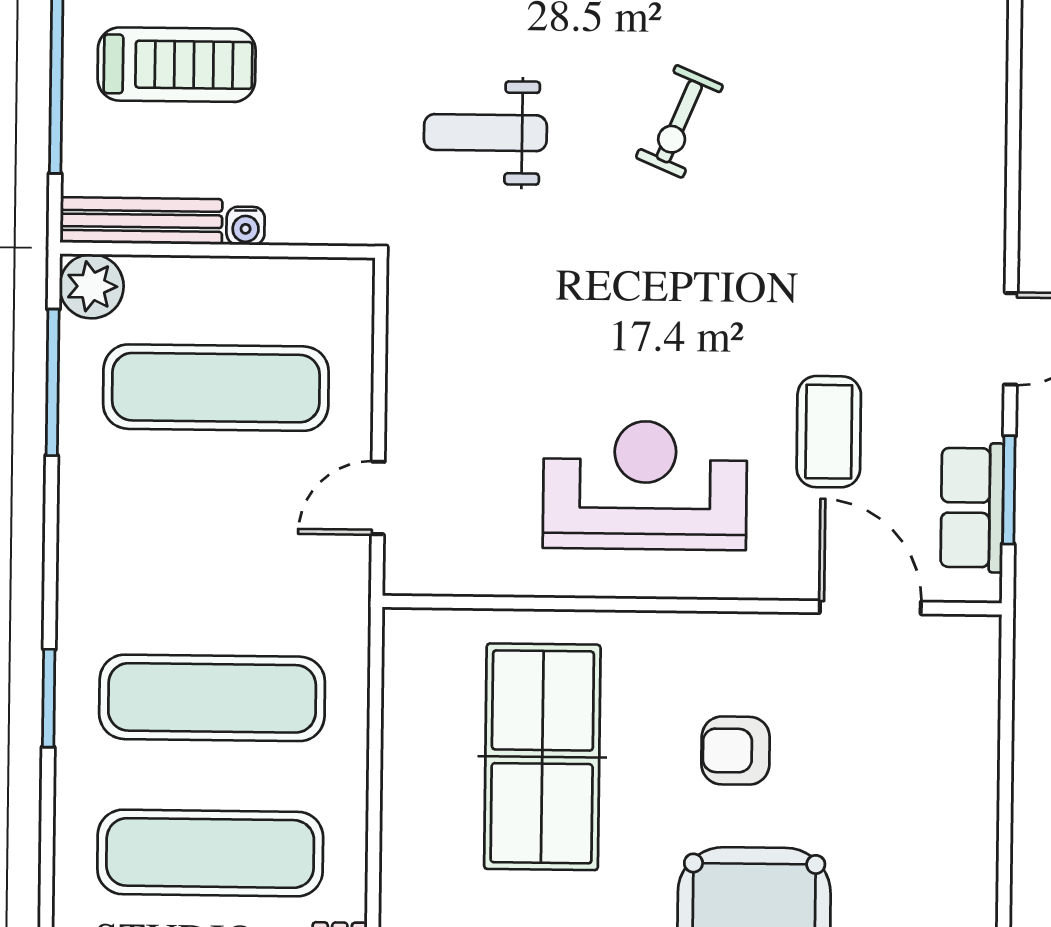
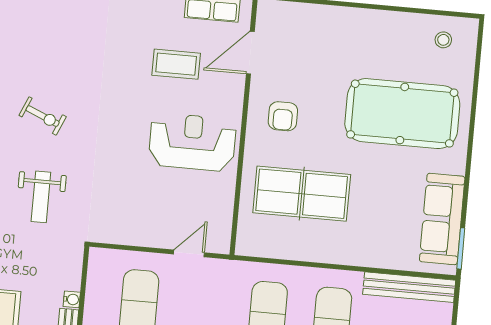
reception desk: (645, 485) -> (192, 142), turned 90
door: (378, 498) -> (189, 253), swing flipped
armchair: (736, 751) -> (283, 116), moved

